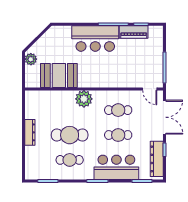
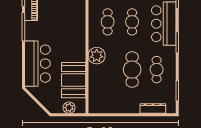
bar counter: (95, 38) -> (37, 64), moved
plant: (31, 59) -> (69, 108), moved
dresser: (30, 132) -> (153, 109), moved

